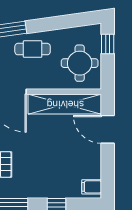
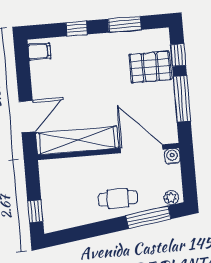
round table: (80, 63) -> (64, 187), removed
door: (108, 129) -> (27, 117), hinge flipped

